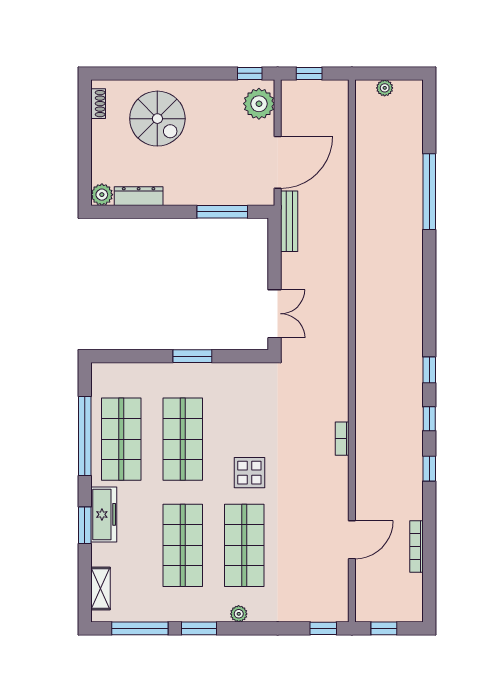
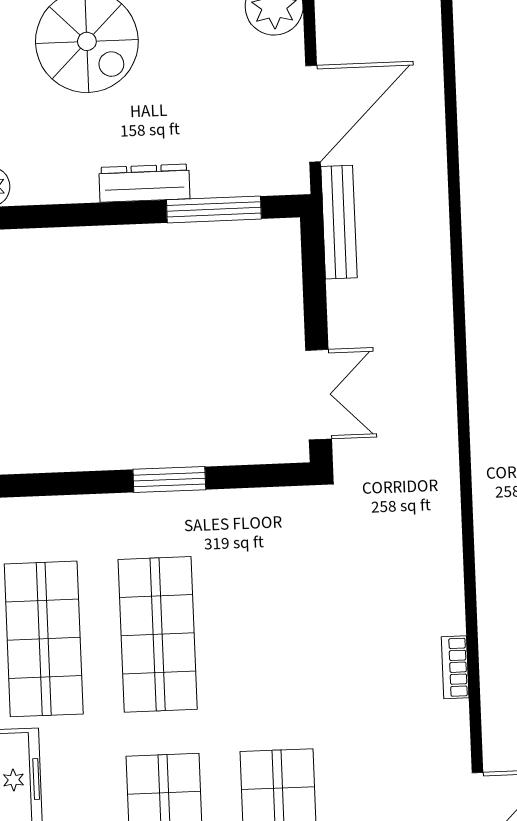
dresser: (139, 196) -> (144, 183), moved
bookcase: (342, 439) -> (455, 667), moved
display table: (249, 473) -> (284, 691), removed

